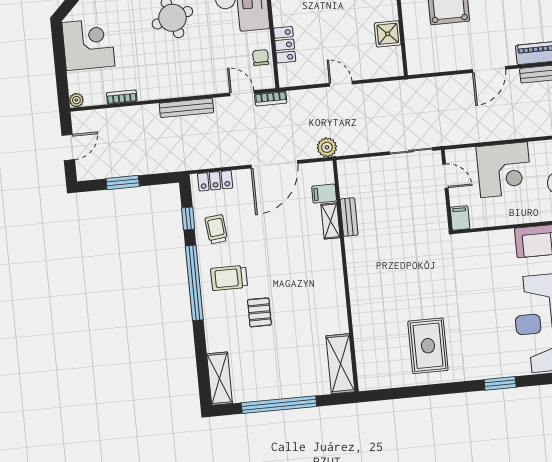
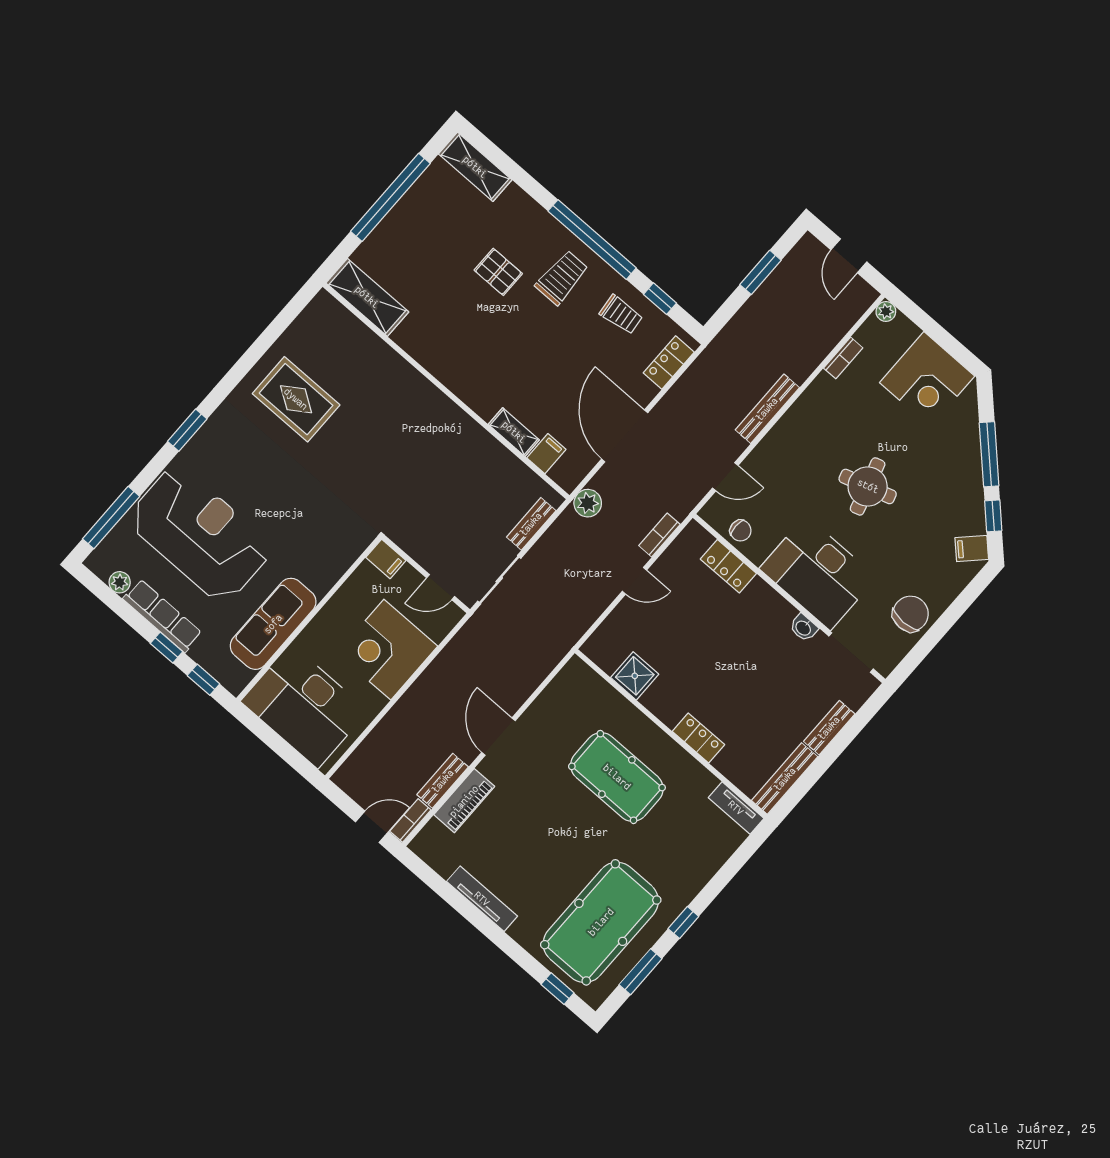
bookcase: (271, 99) -> (659, 535), moved
bench: (349, 217) -> (531, 524), moved, turned 90

